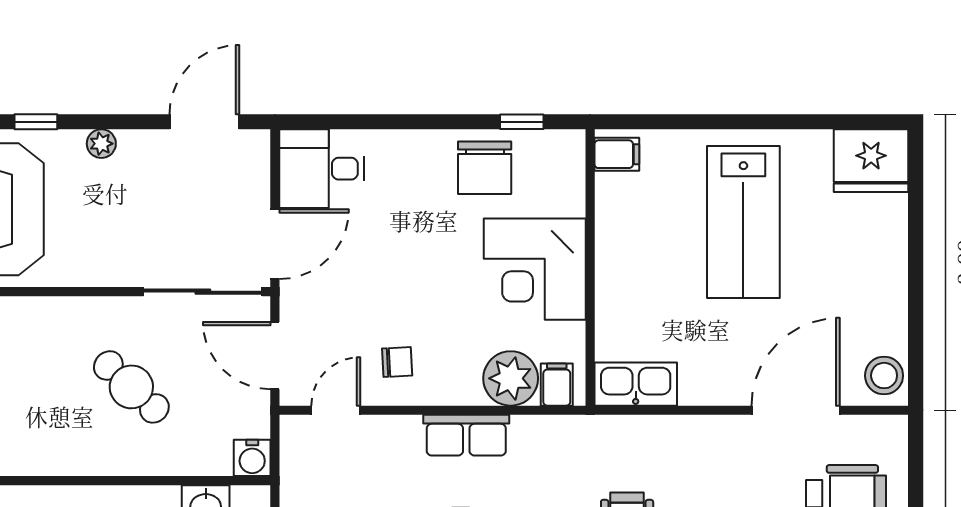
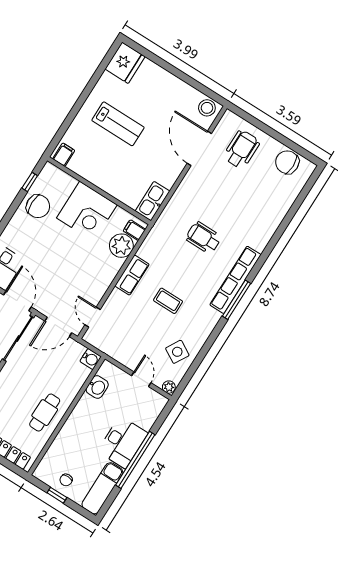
lab bench: (743, 222) -> (118, 124), width x0.73, depth x0.72
chair: (397, 362) -> (89, 283), removed
cafe table: (131, 387) -> (45, 413), moved, turned -42

